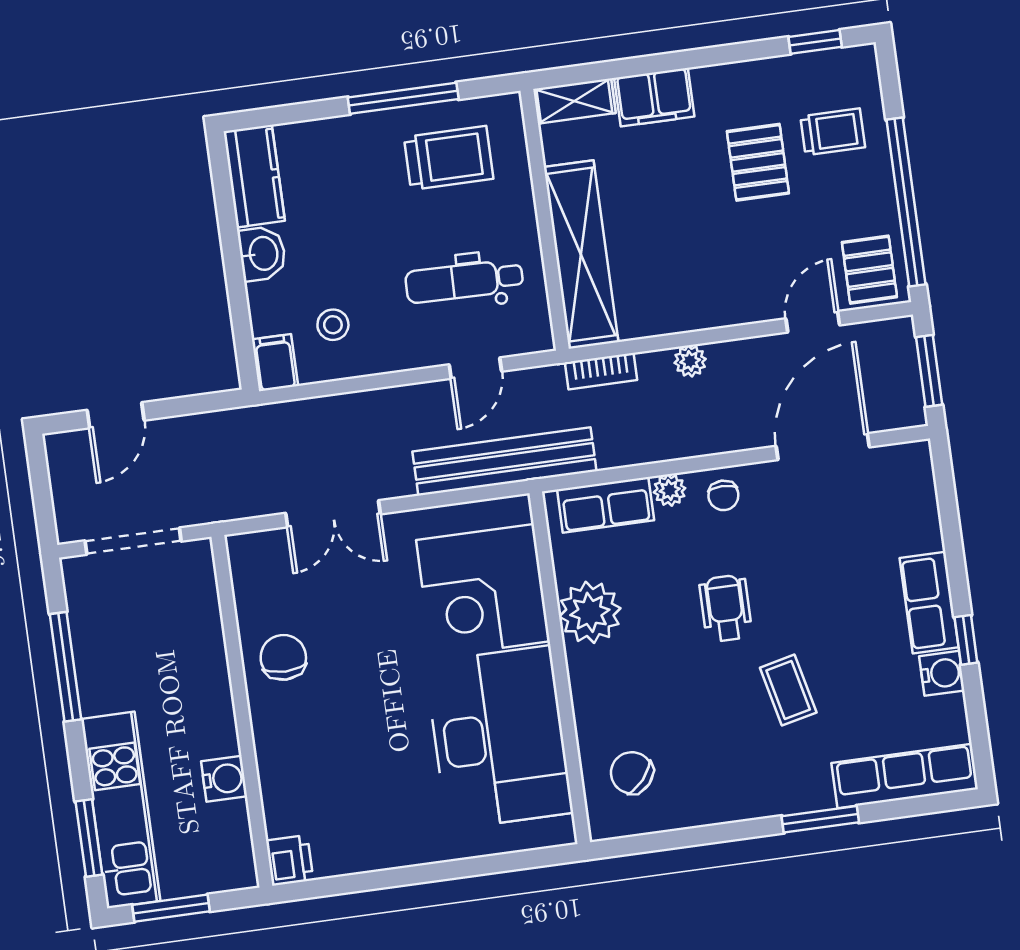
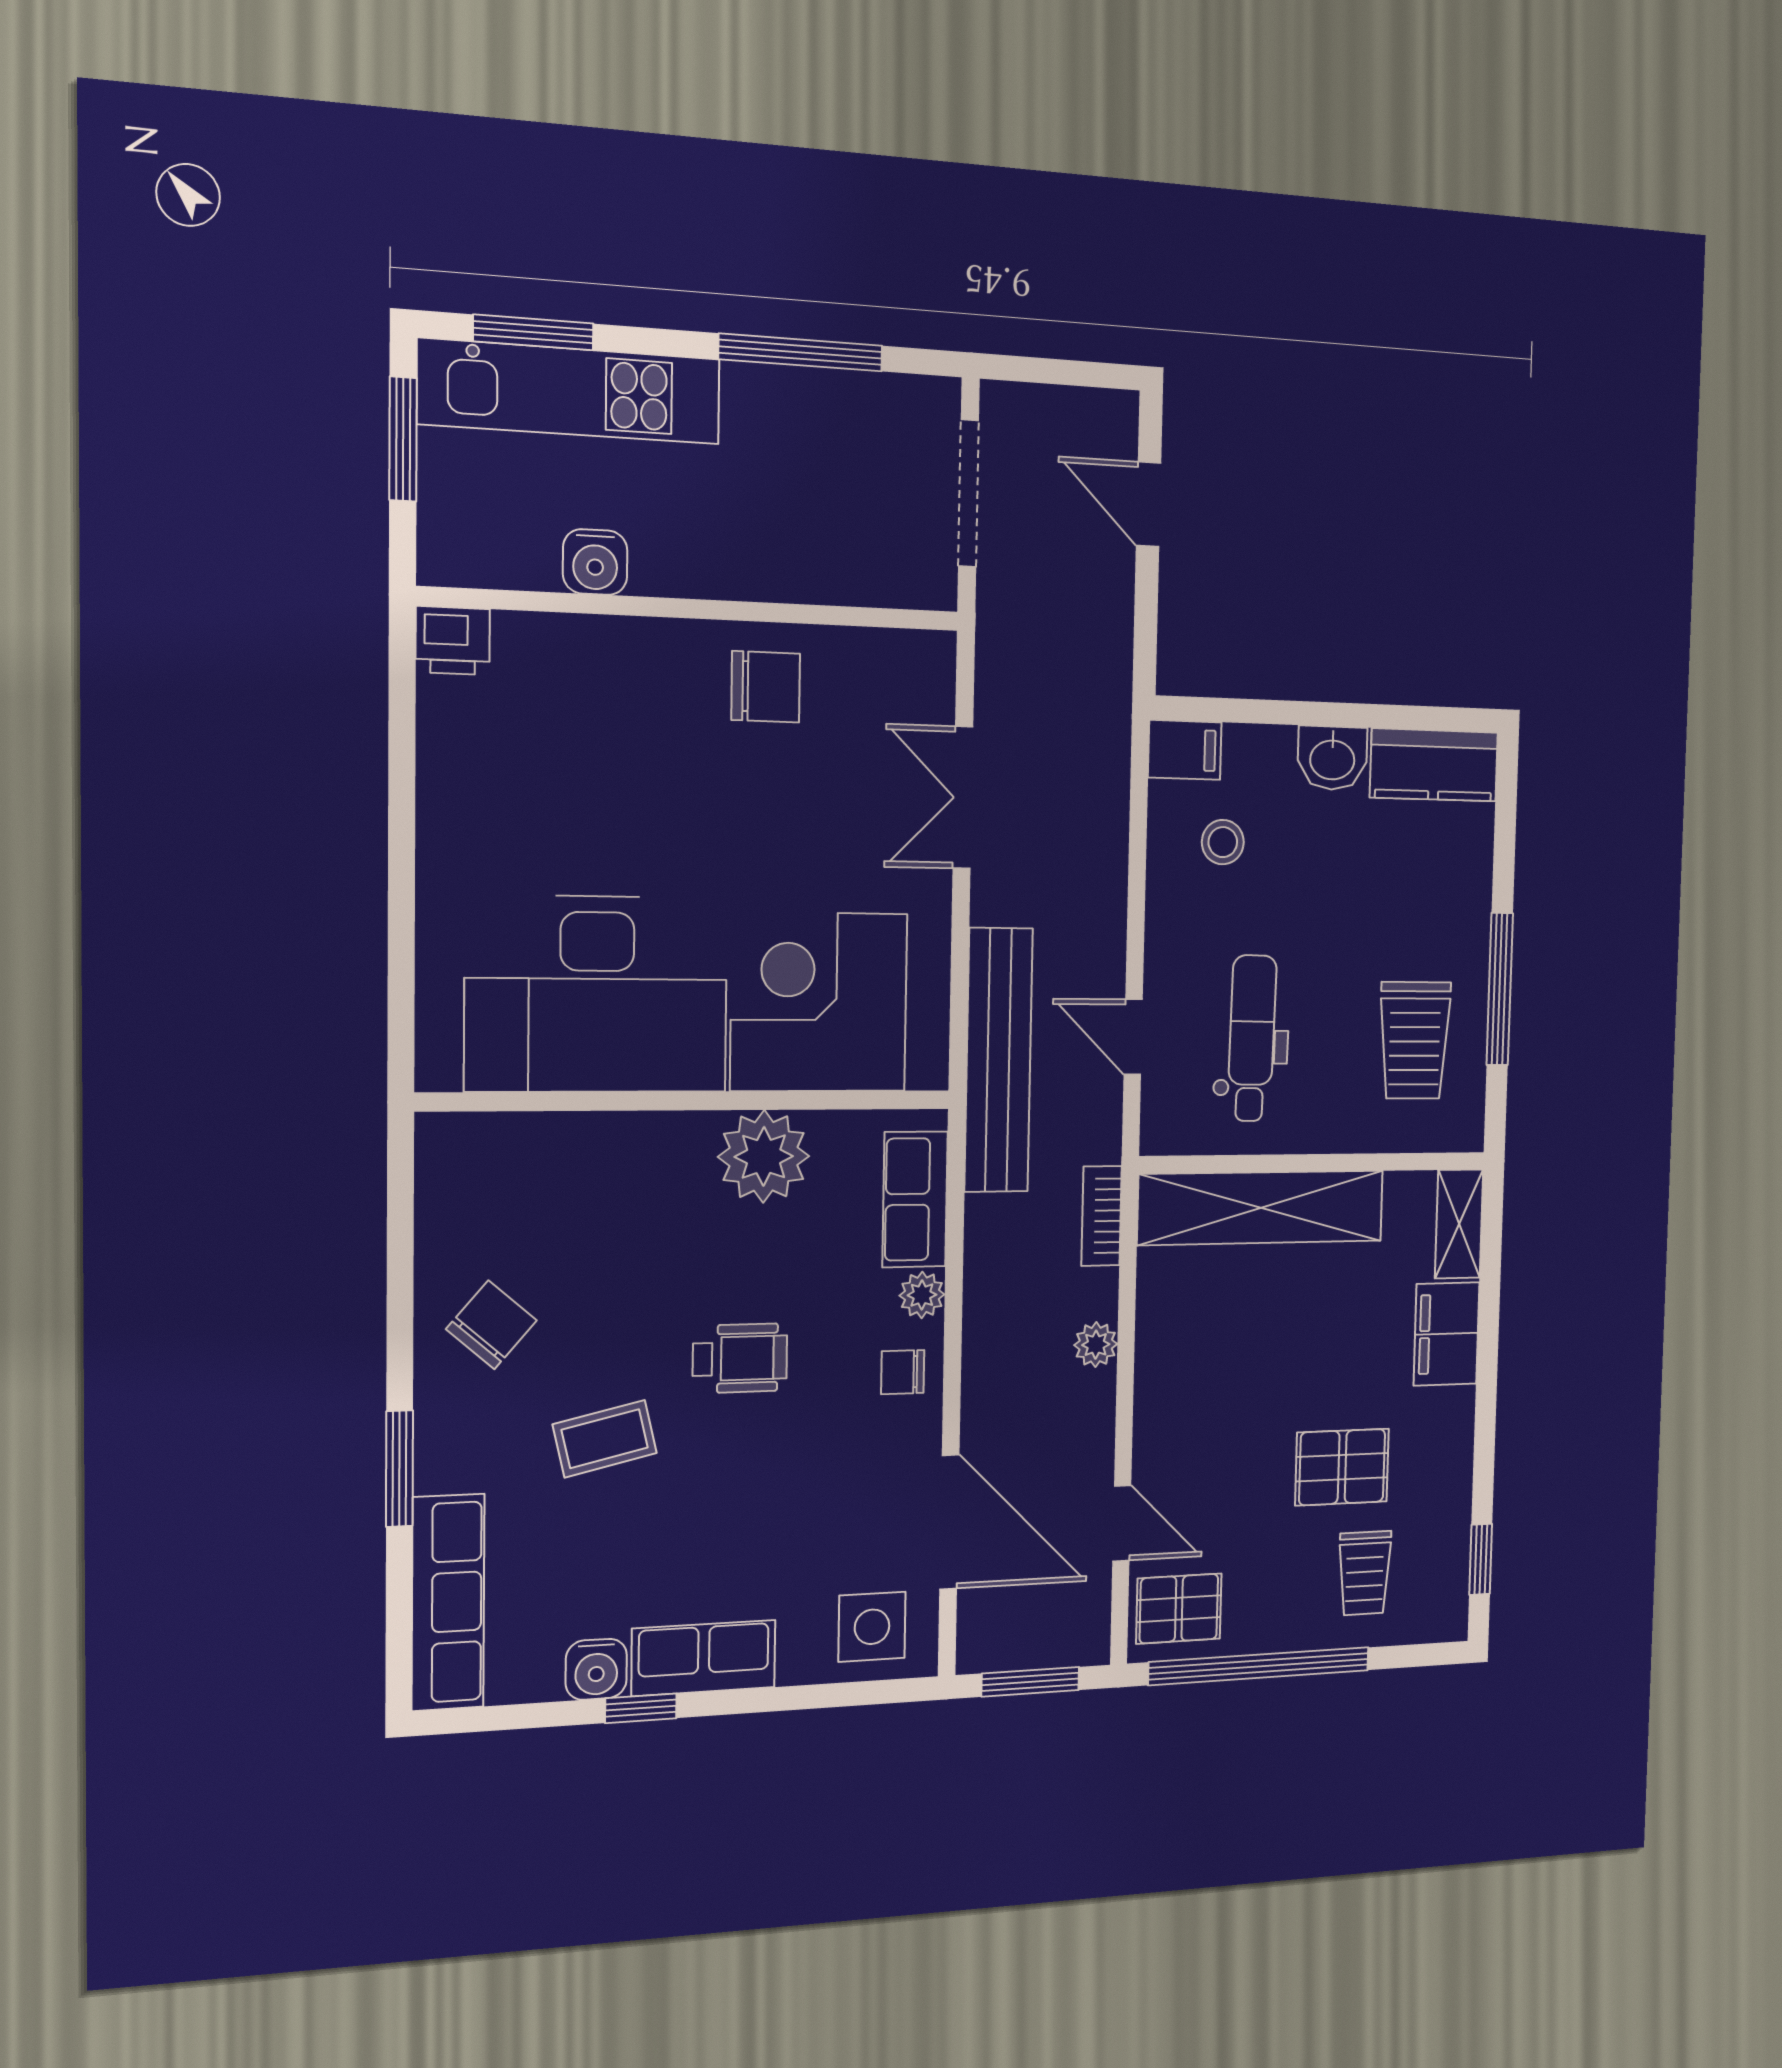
side table: (899, 490) -> (872, 1627), added
chair: (632, 773) -> (491, 1325), moved

